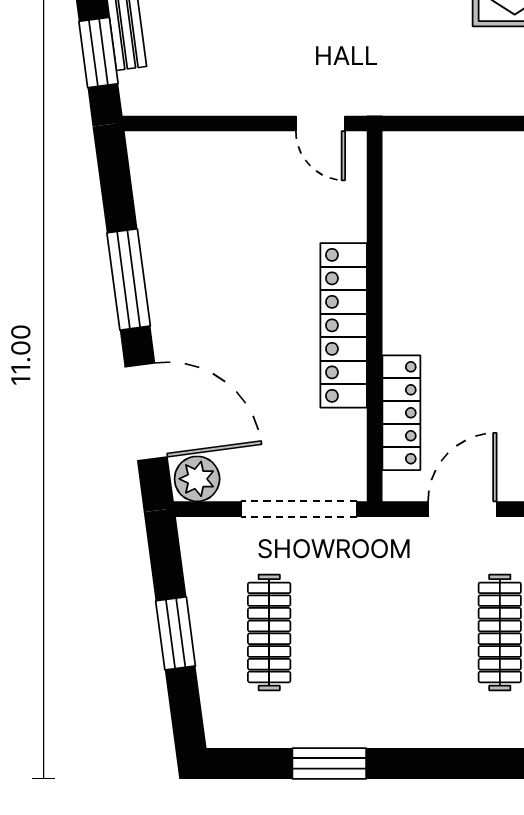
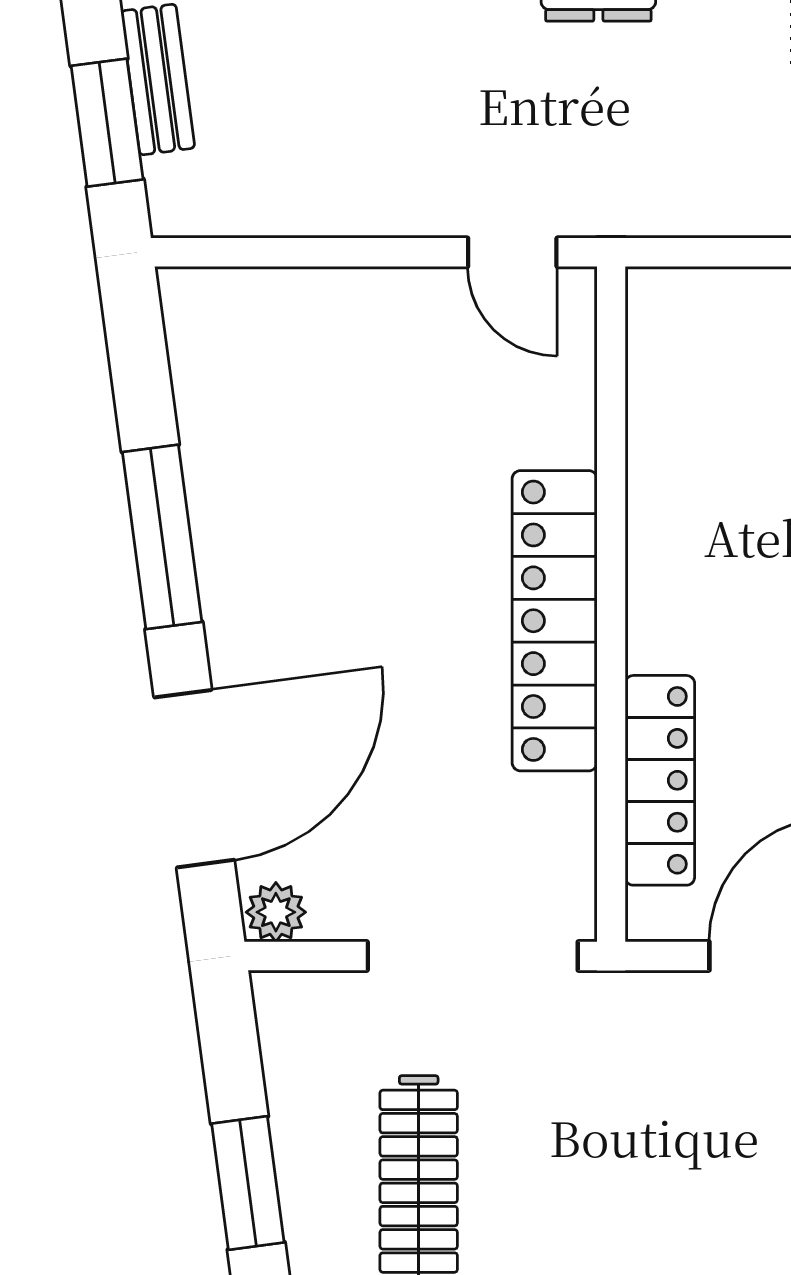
door: (146, 412) -> (194, 779), hinge flipped
plant: (197, 479) -> (276, 912), width x0.73, depth x0.73

